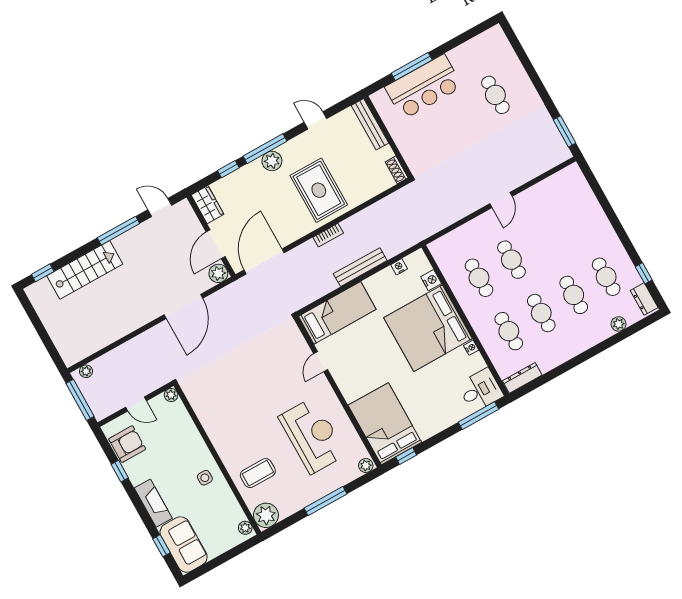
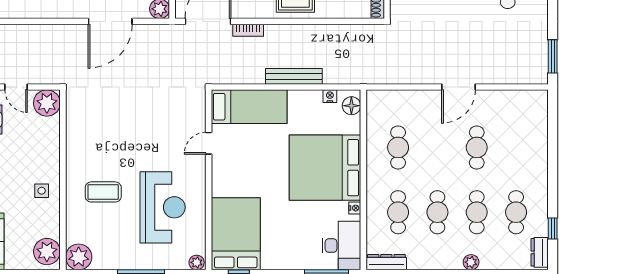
door: (501, 200) -> (458, 87), width x1.38
bookcase: (328, 235) -> (248, 30), moved
cafe table: (511, 260) -> (477, 147), moved
floor lamp: (421, 265) -> (351, 106), added
nightstand: (431, 280) -> (353, 125), removed
plant: (619, 324) -> (471, 262), moved
desk: (480, 390) -> (341, 246), width x1.37
plant: (171, 395) -> (47, 103), width x1.87, depth x1.87
coffee table: (258, 473) -> (103, 192), moved
plant: (245, 528) -> (47, 252), width x1.88, depth x1.88

